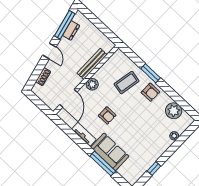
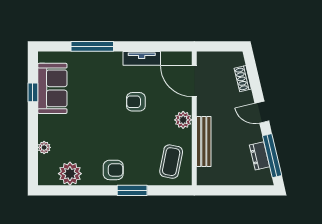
coffee table: (127, 83) -> (171, 162), moved
armchair: (150, 92) -> (113, 170), turned 180
sofa: (110, 152) -> (52, 88), moved, turned -90

